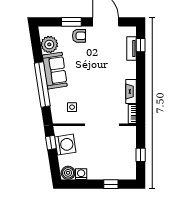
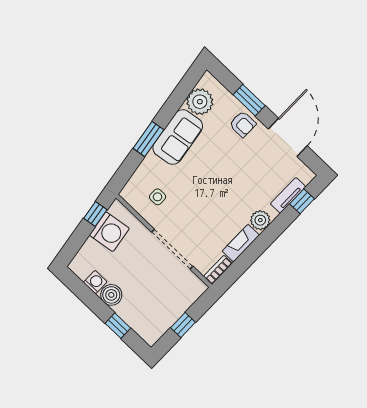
plant: (130, 72) -> (260, 220), added
window: (42, 85) -> (148, 139), width x0.47
boiler: (68, 173) -> (111, 295), moved

